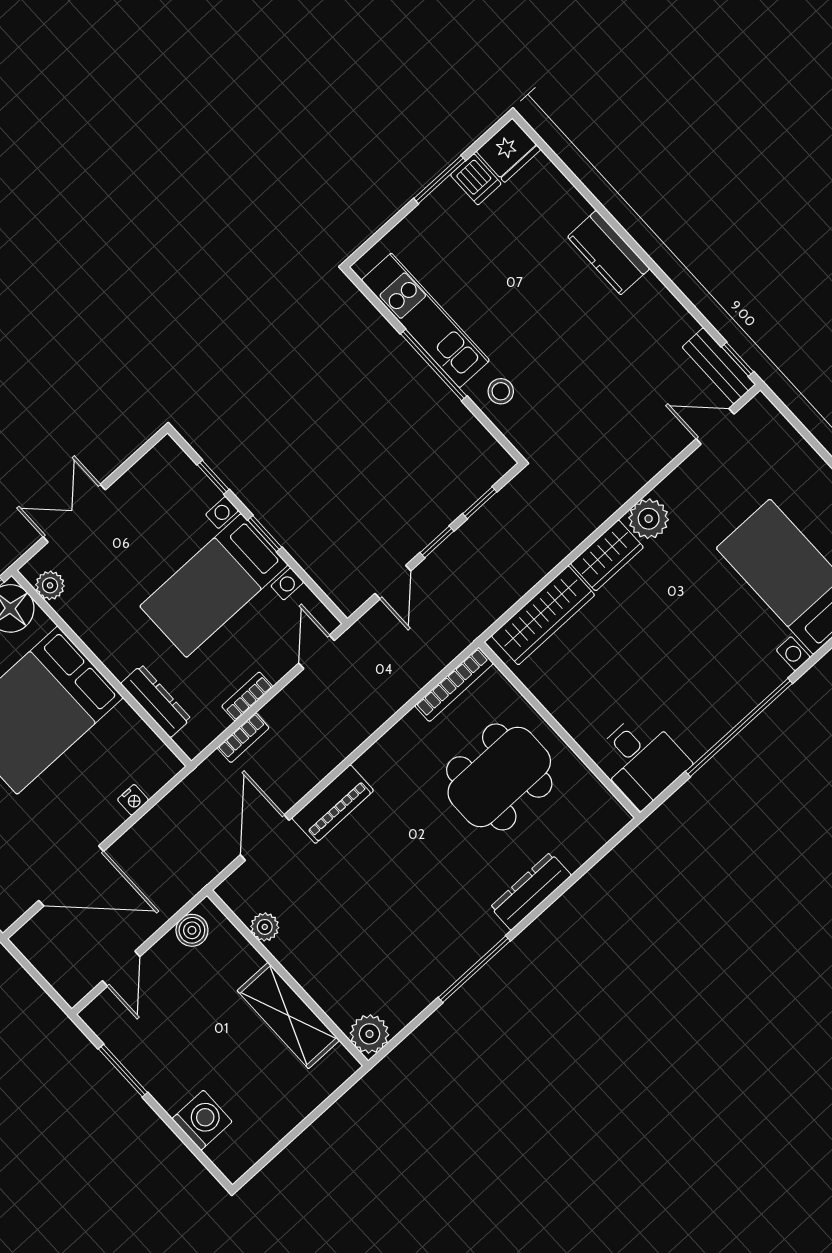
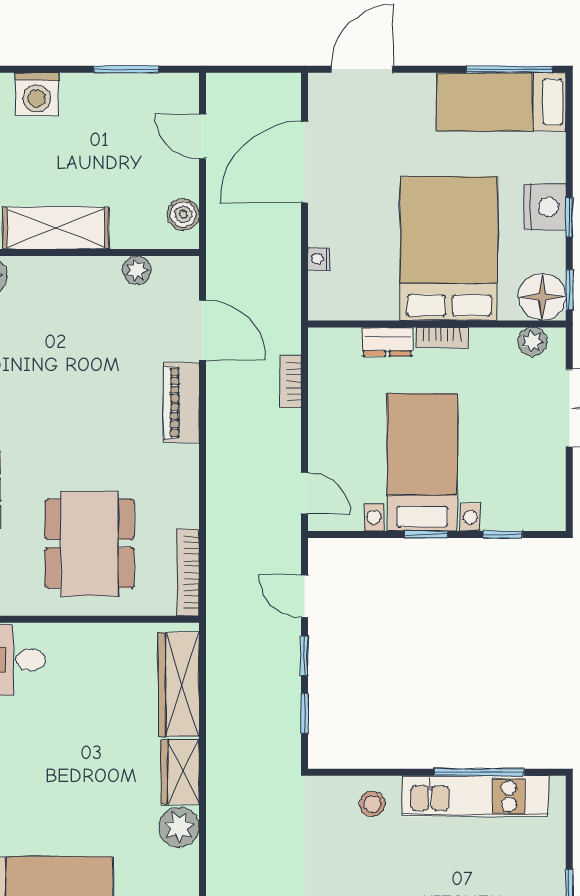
window: (434, 365) -> (479, 772), moved
bookcase: (247, 696) -> (441, 338), moved, turned 90
dresser: (156, 701) -> (387, 342), width x0.70

